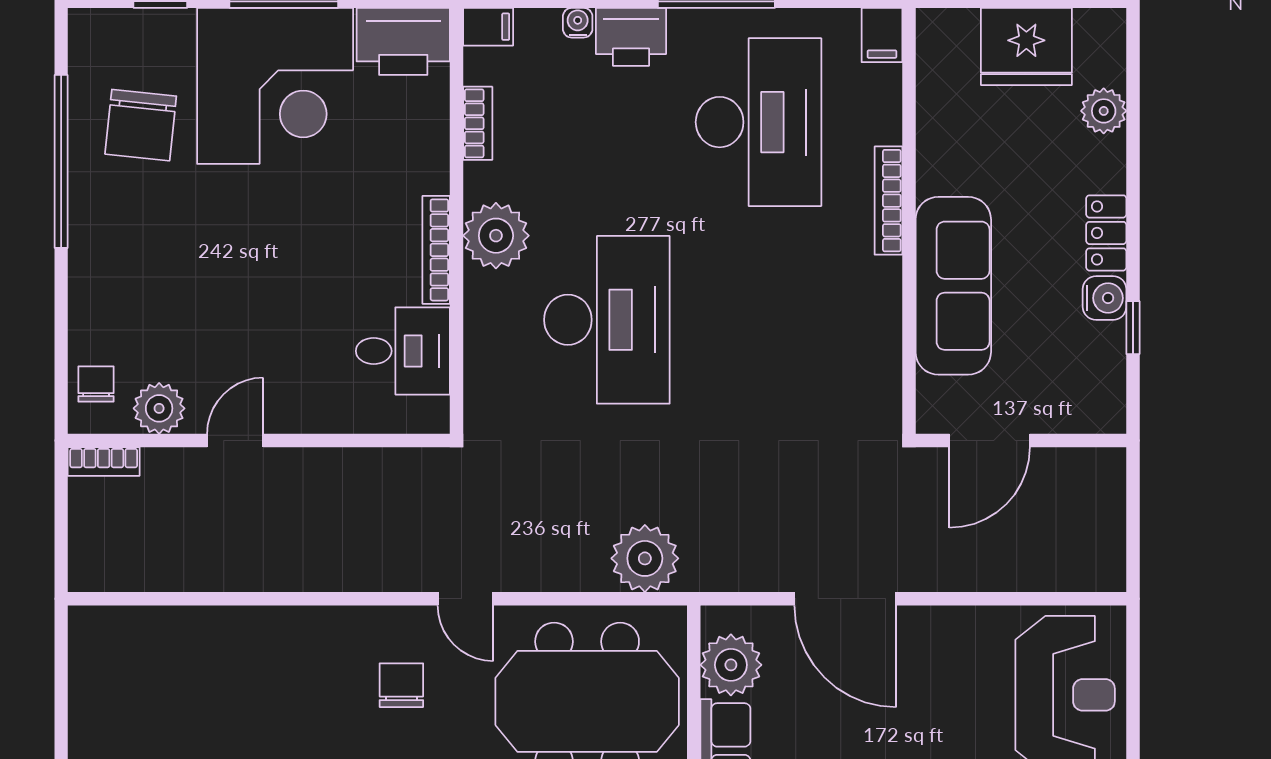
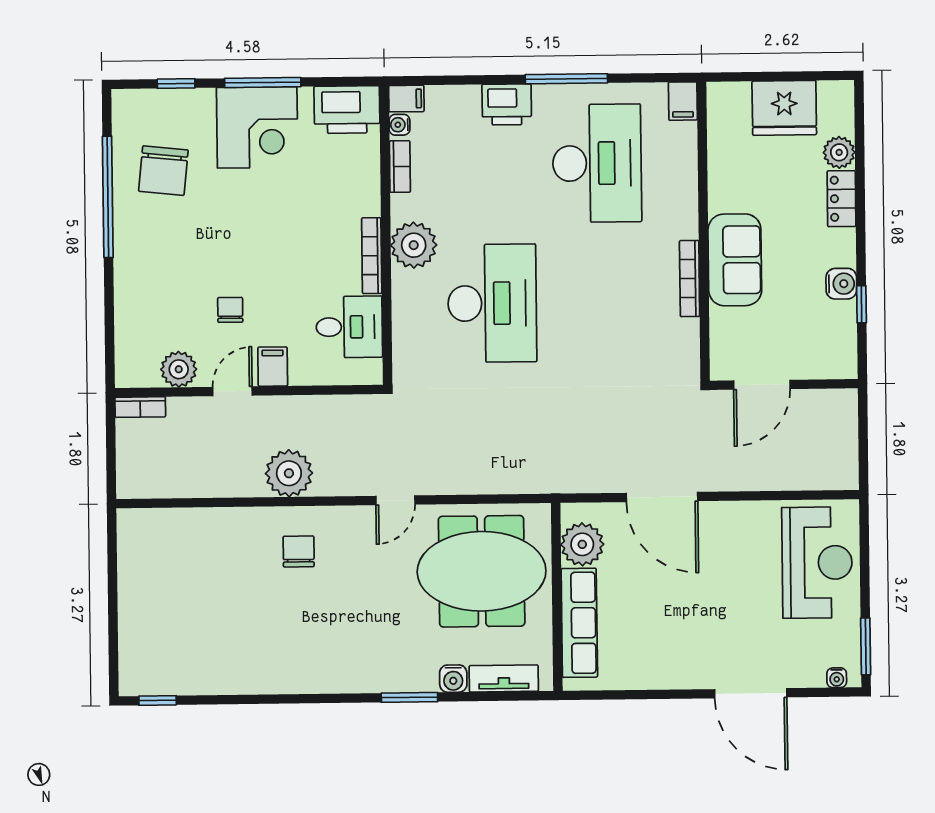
water cooler: (578, 23) -> (399, 125), moved, turned -90
corner desk: (275, 86) -> (257, 127), width x0.74, depth x0.74
bookcase: (888, 201) -> (690, 279), moved
locker: (1106, 233) -> (841, 199), moved
sofa: (953, 286) -> (735, 260), width x0.73
chair: (96, 384) -> (230, 310), moved
filing cabinet: (293, 406) -> (273, 367), added
plant: (645, 558) -> (289, 473), moved
door: (466, 599) -> (395, 500), hinge flipped
chair: (401, 685) -> (299, 551), moved

